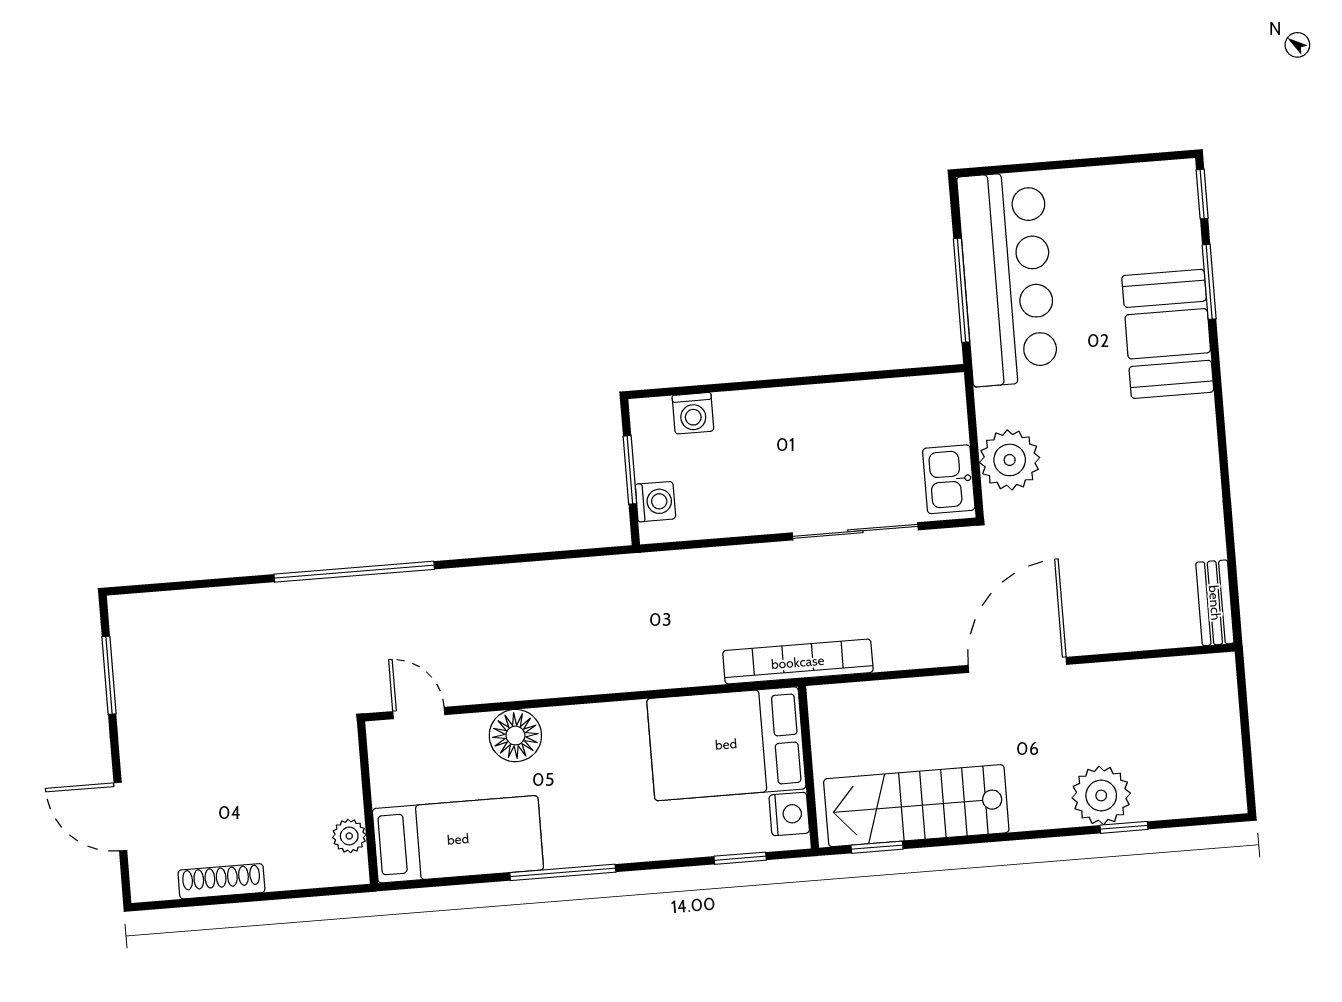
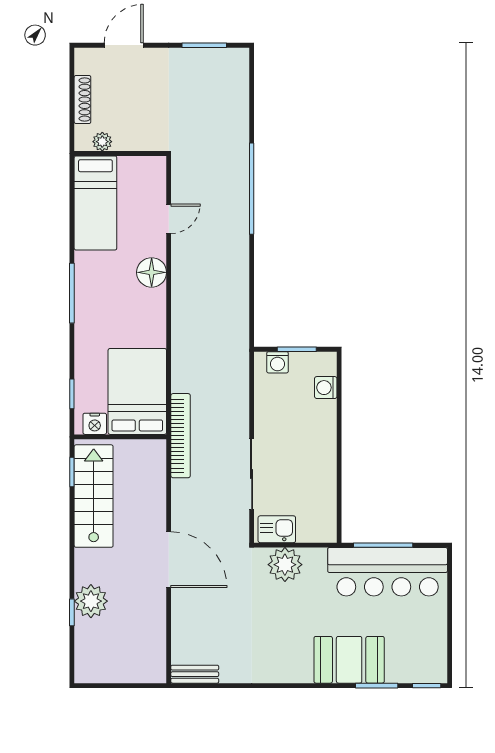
wall: (368, 803) -> (120, 154), moved
plant: (349, 836) -> (102, 142), moved
bed: (458, 839) -> (95, 203), moved

